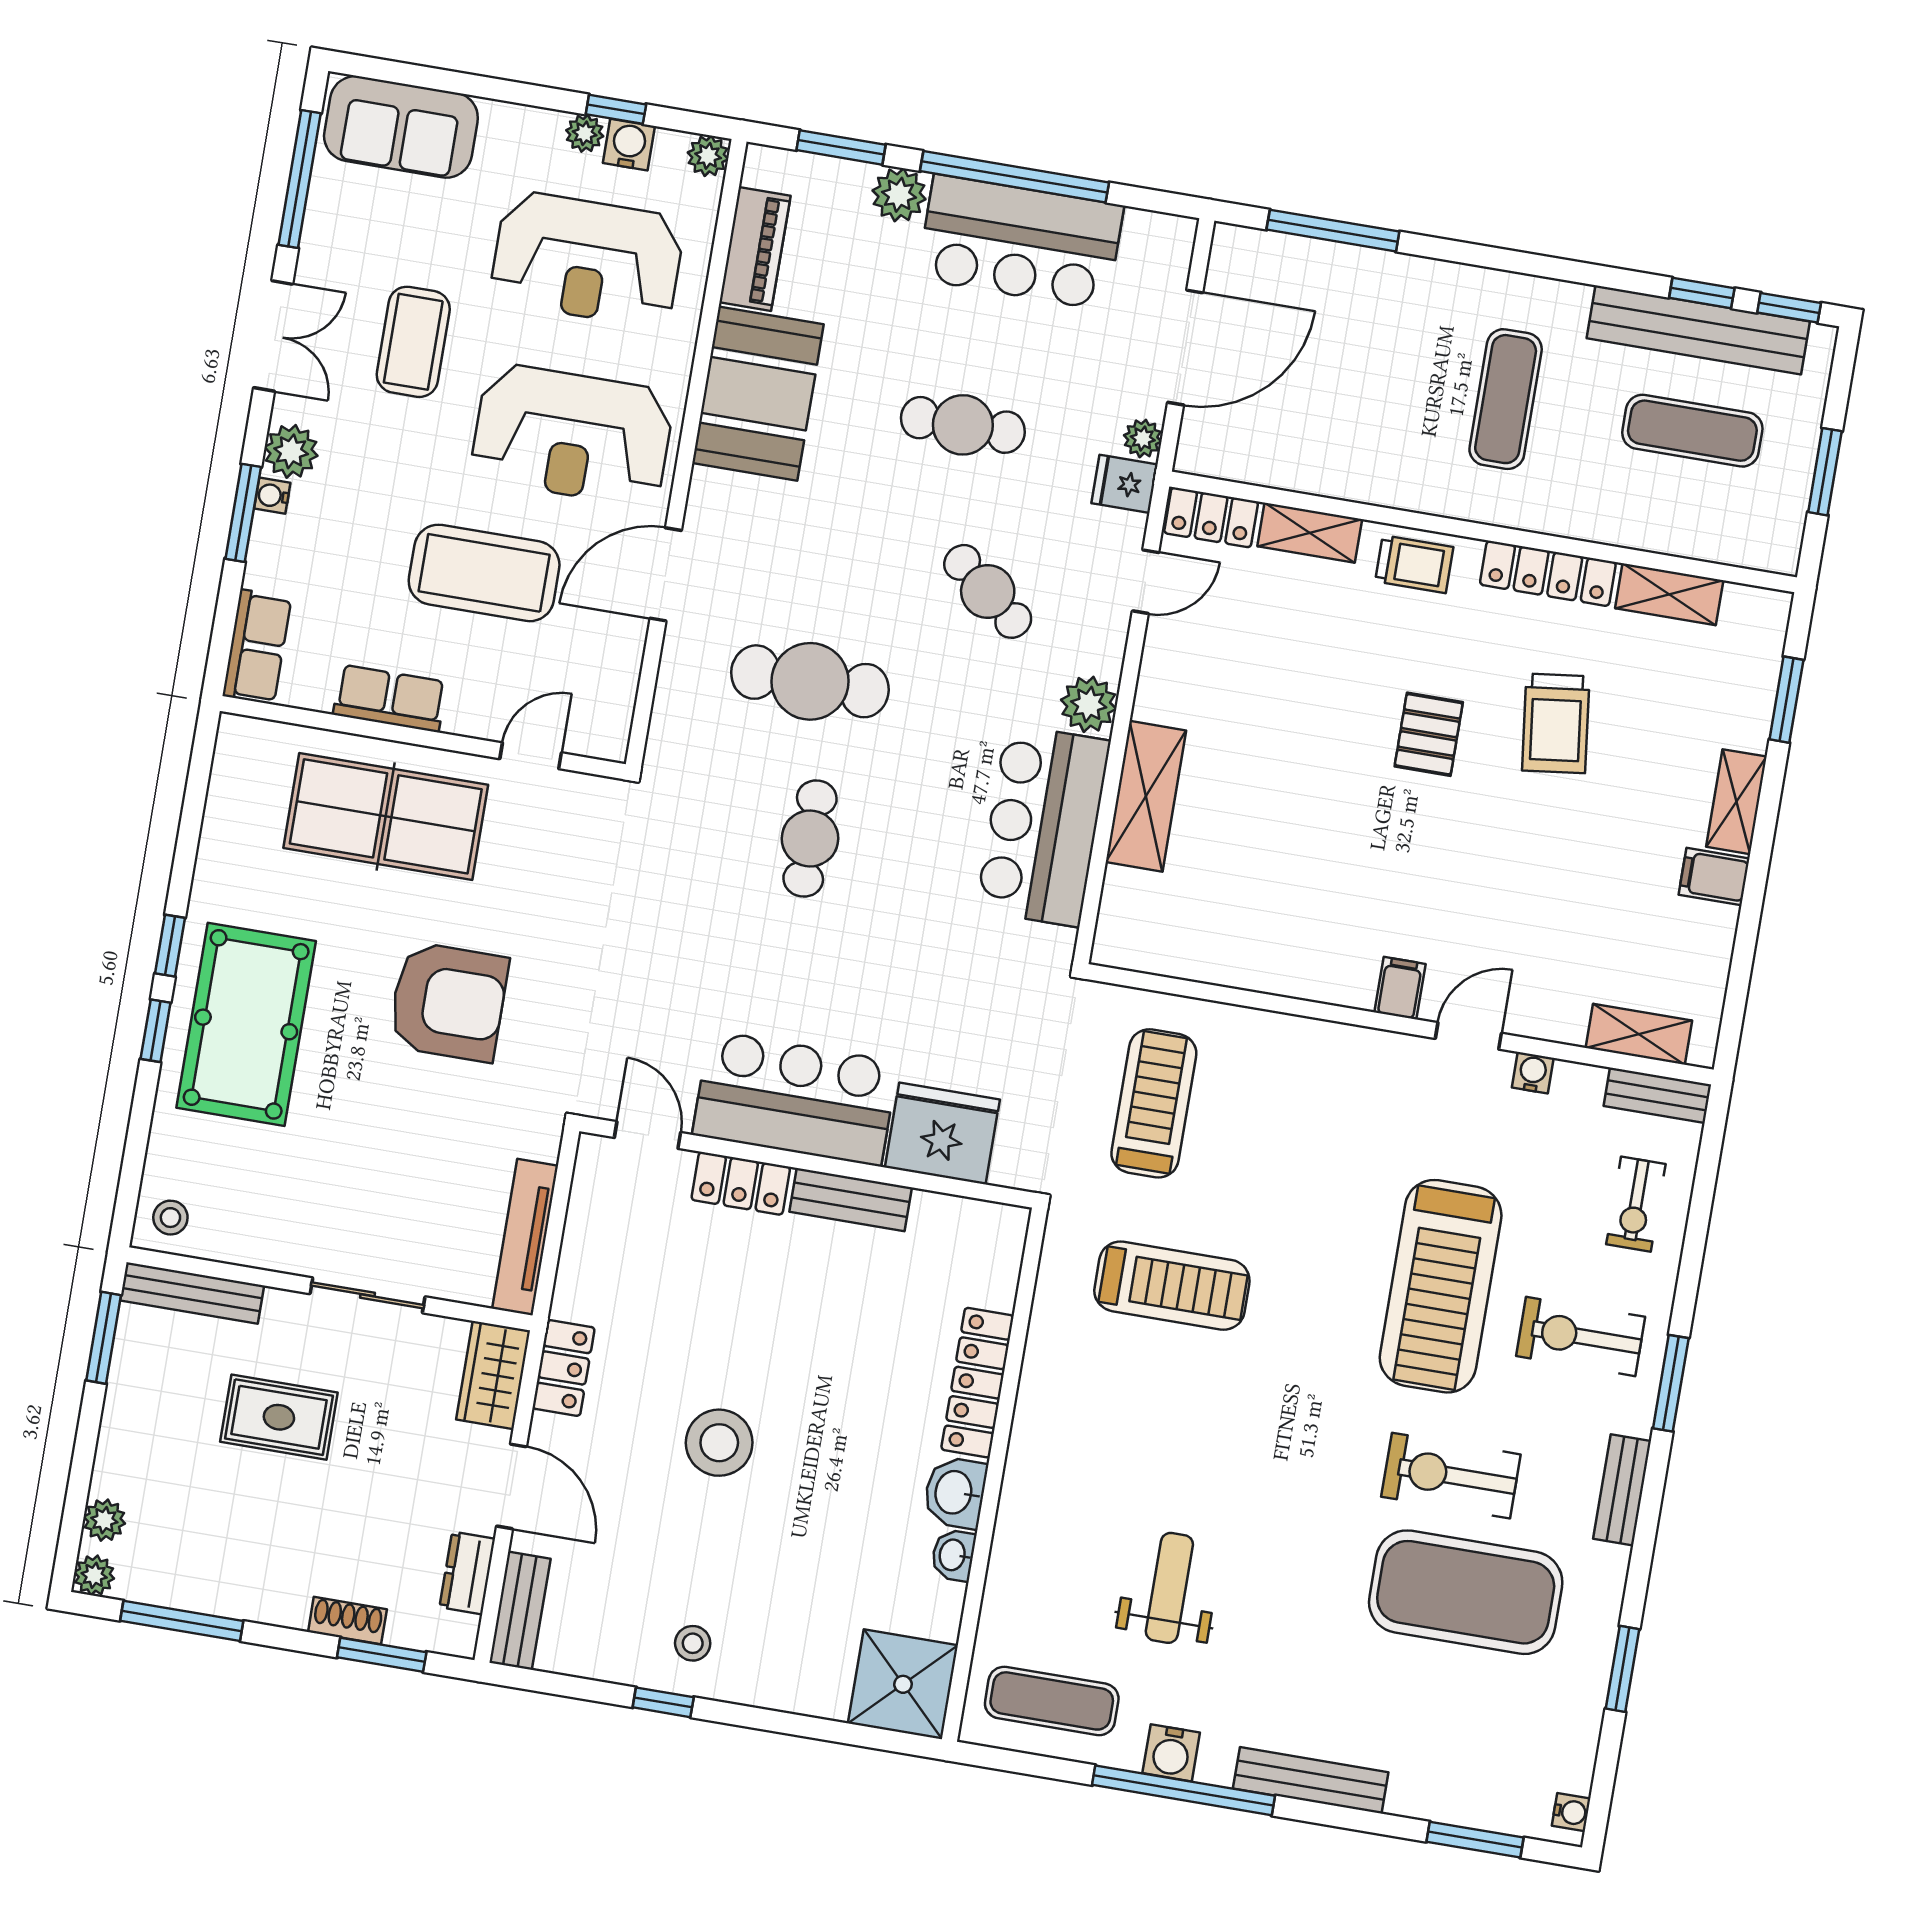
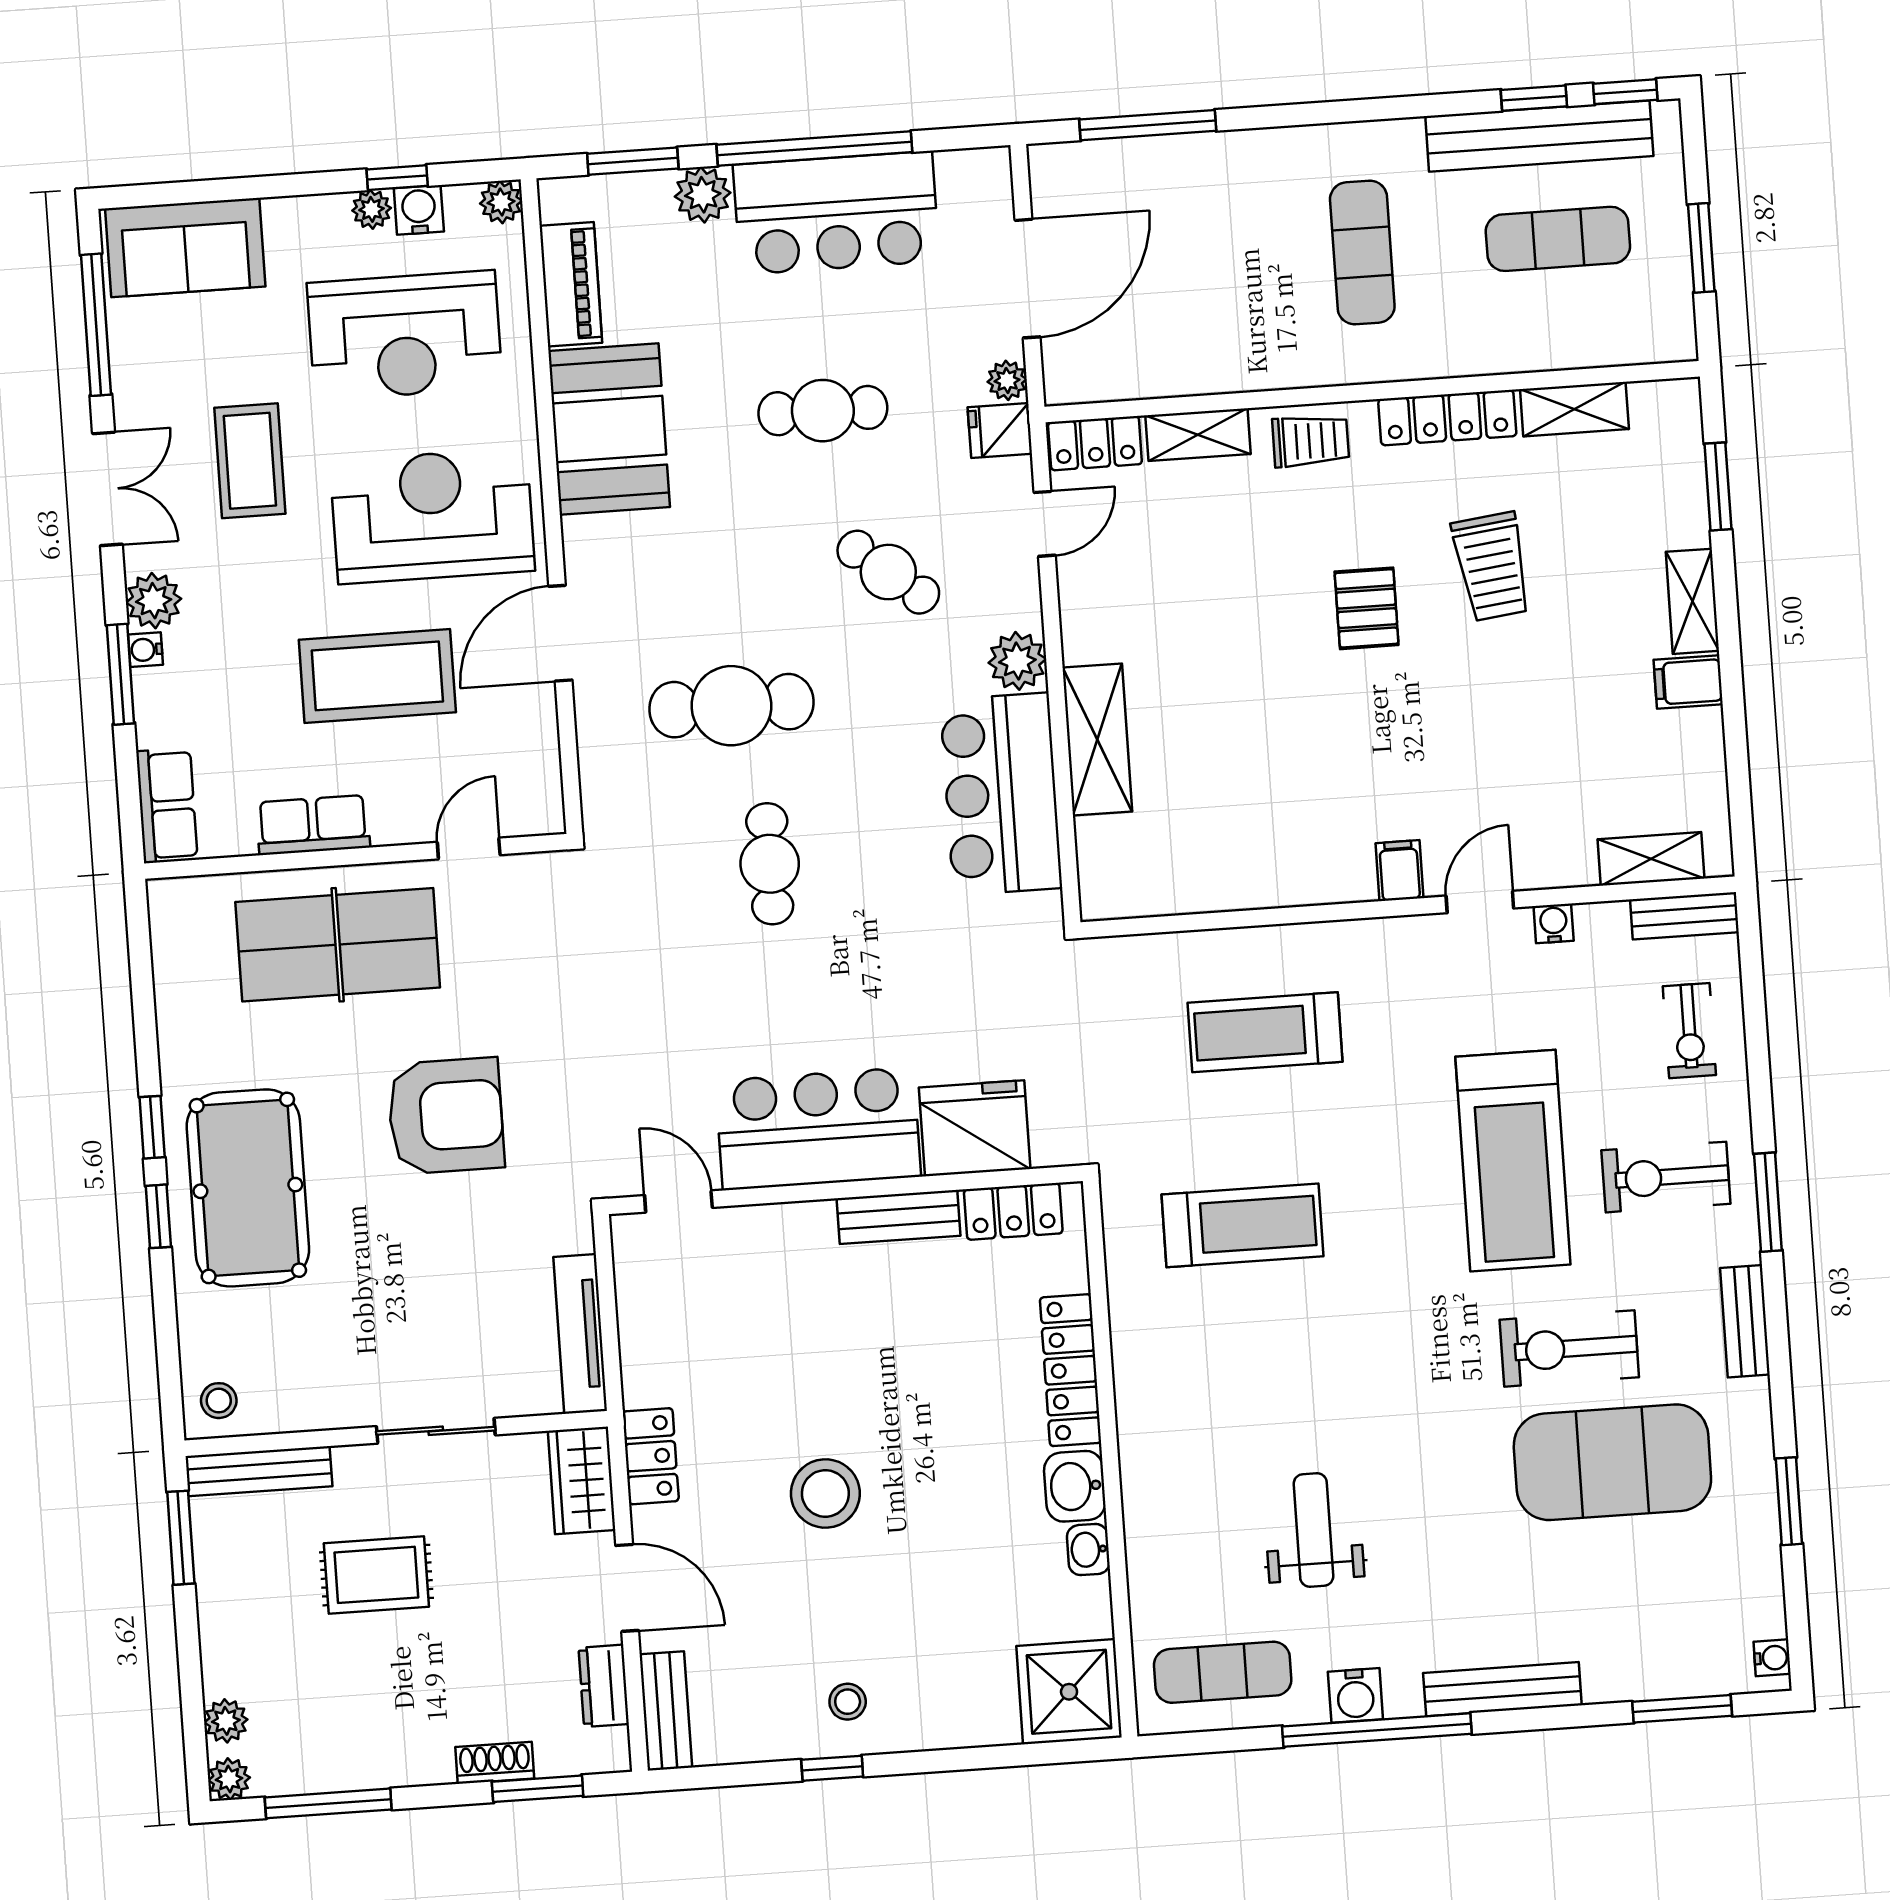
reception desk: (572, 435) -> (432, 516), turned 180
treadmill: (1154, 1103) -> (1265, 1032), moved, turned -90
locker: (741, 1183) -> (1013, 1211), moved

